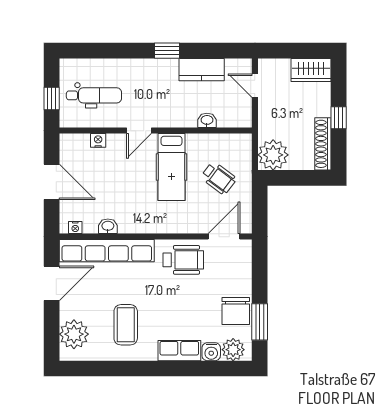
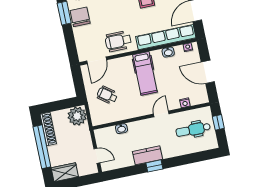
kitchen counter: (202, 70) -> (148, 155), moved
window: (339, 118) -> (42, 147), width x3.17
hospital bed: (171, 167) -> (145, 73), moved, turned 180

